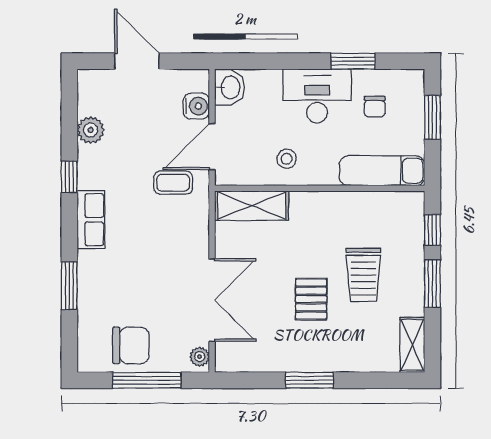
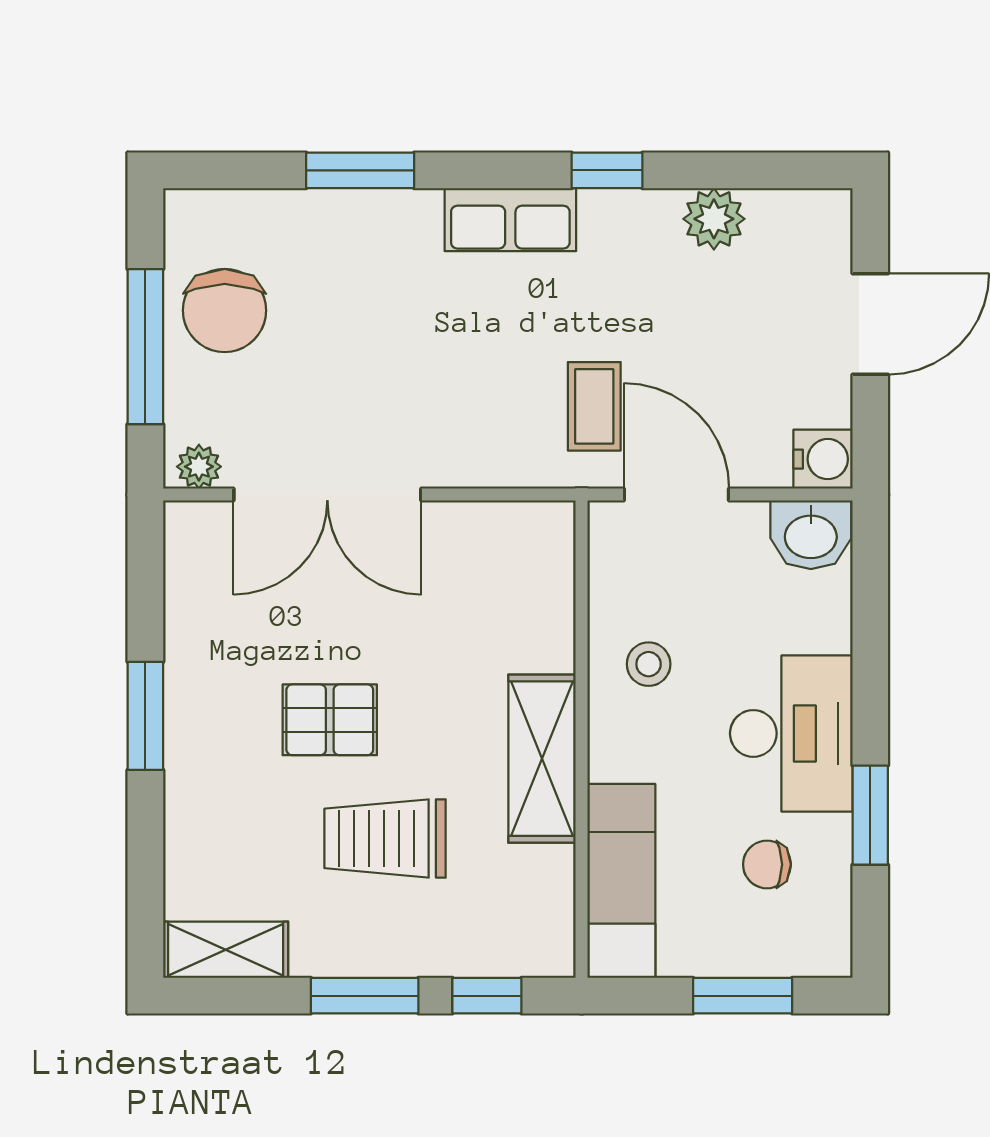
water cooler: (196, 106) -> (823, 459), moved, turned -90
shelving: (252, 206) -> (542, 759), moved

